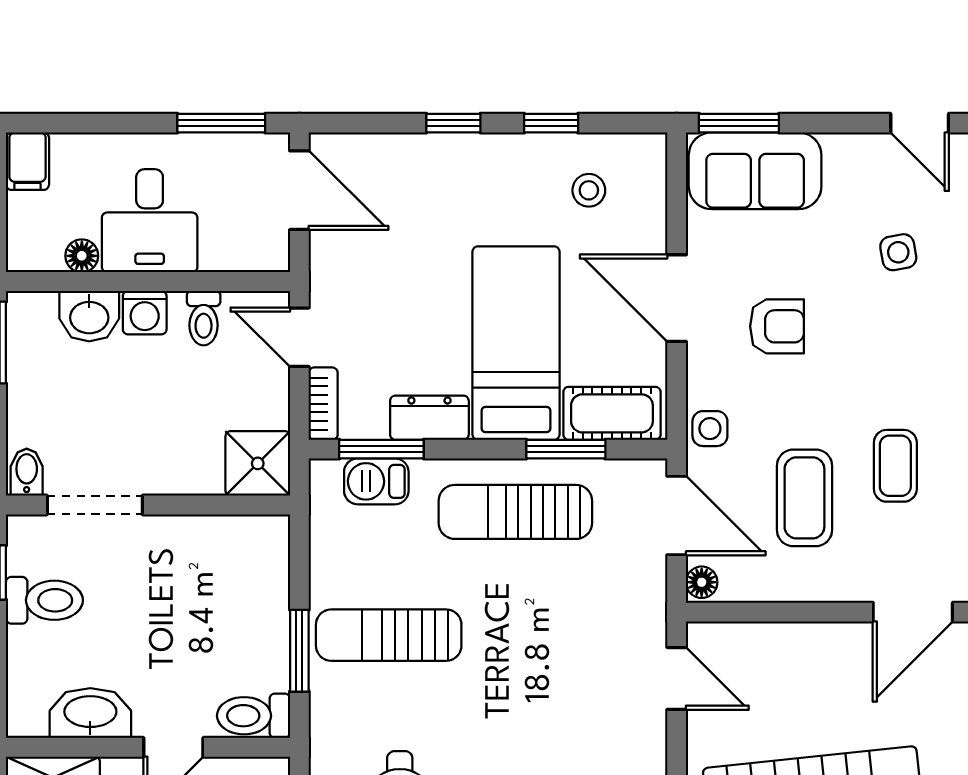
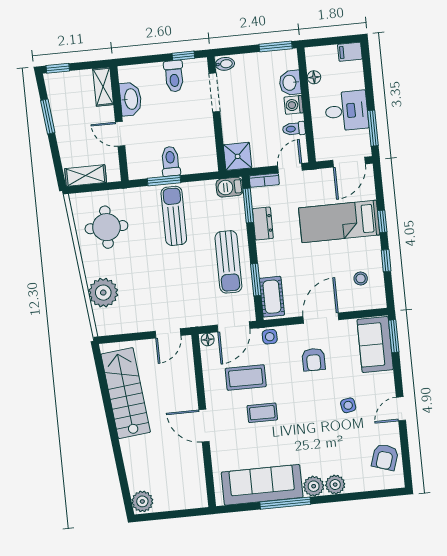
desk: (150, 221) -> (347, 111), moved, turned 180
bed: (516, 343) -> (339, 221), moved, turned 180
barbecue: (376, 481) -> (230, 187), moved, turned -90
sun lounger: (515, 512) -> (228, 262), turned 180
toilet: (254, 716) -> (170, 161), moved

